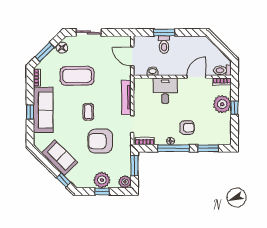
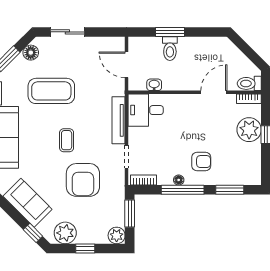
desk: (165, 91) -> (146, 110), moved, turned -90
armchair: (100, 141) -> (83, 180), turned -90
plant: (102, 180) -> (65, 233), moved

